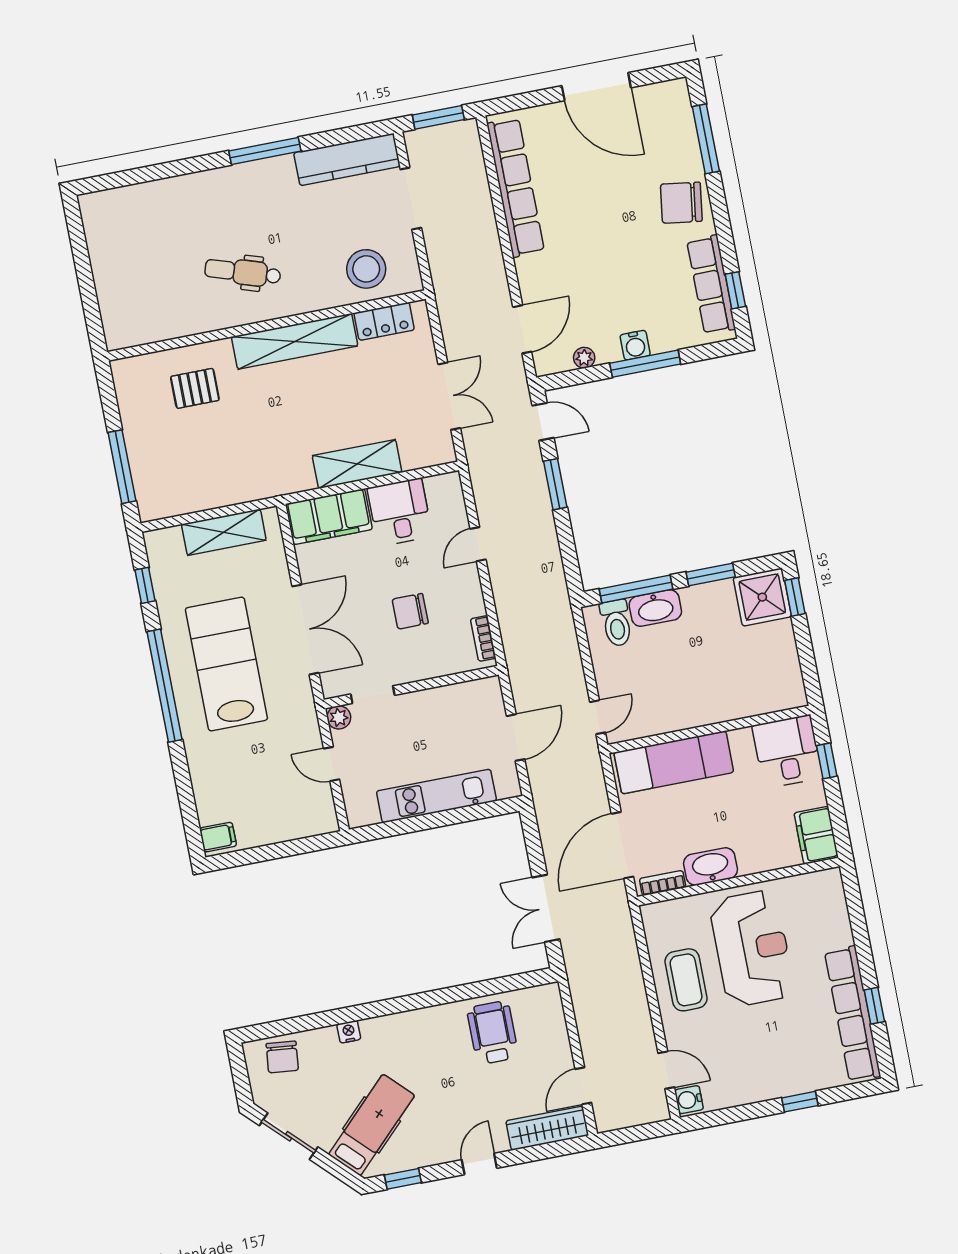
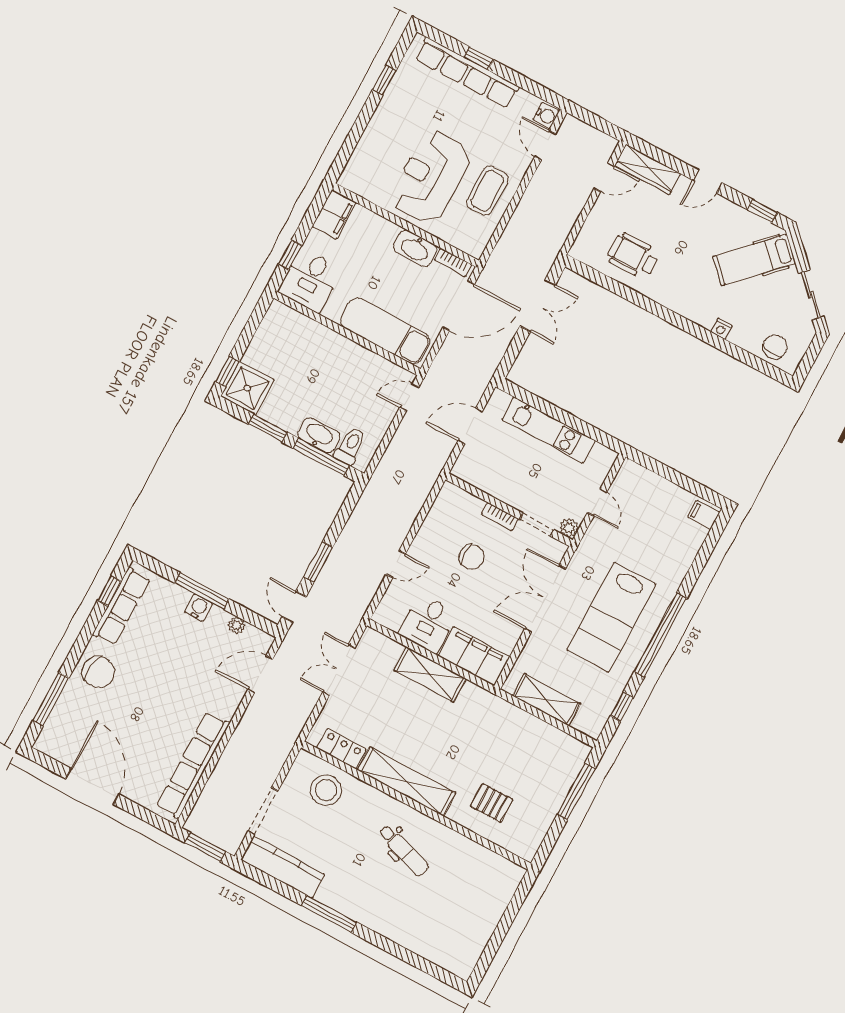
bookcase: (483, 638) -> (500, 517), moved, turned 90
row of seats: (853, 1014) -> (467, 73), moved, turned 90
wheelchair: (493, 1033) -> (633, 256), turned 90

